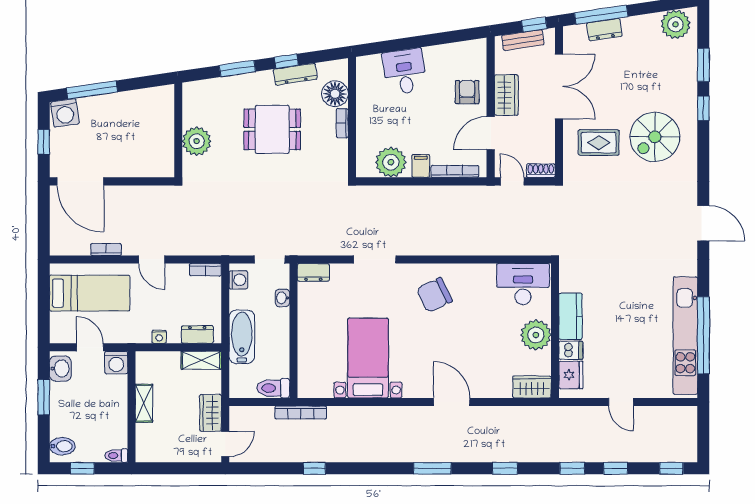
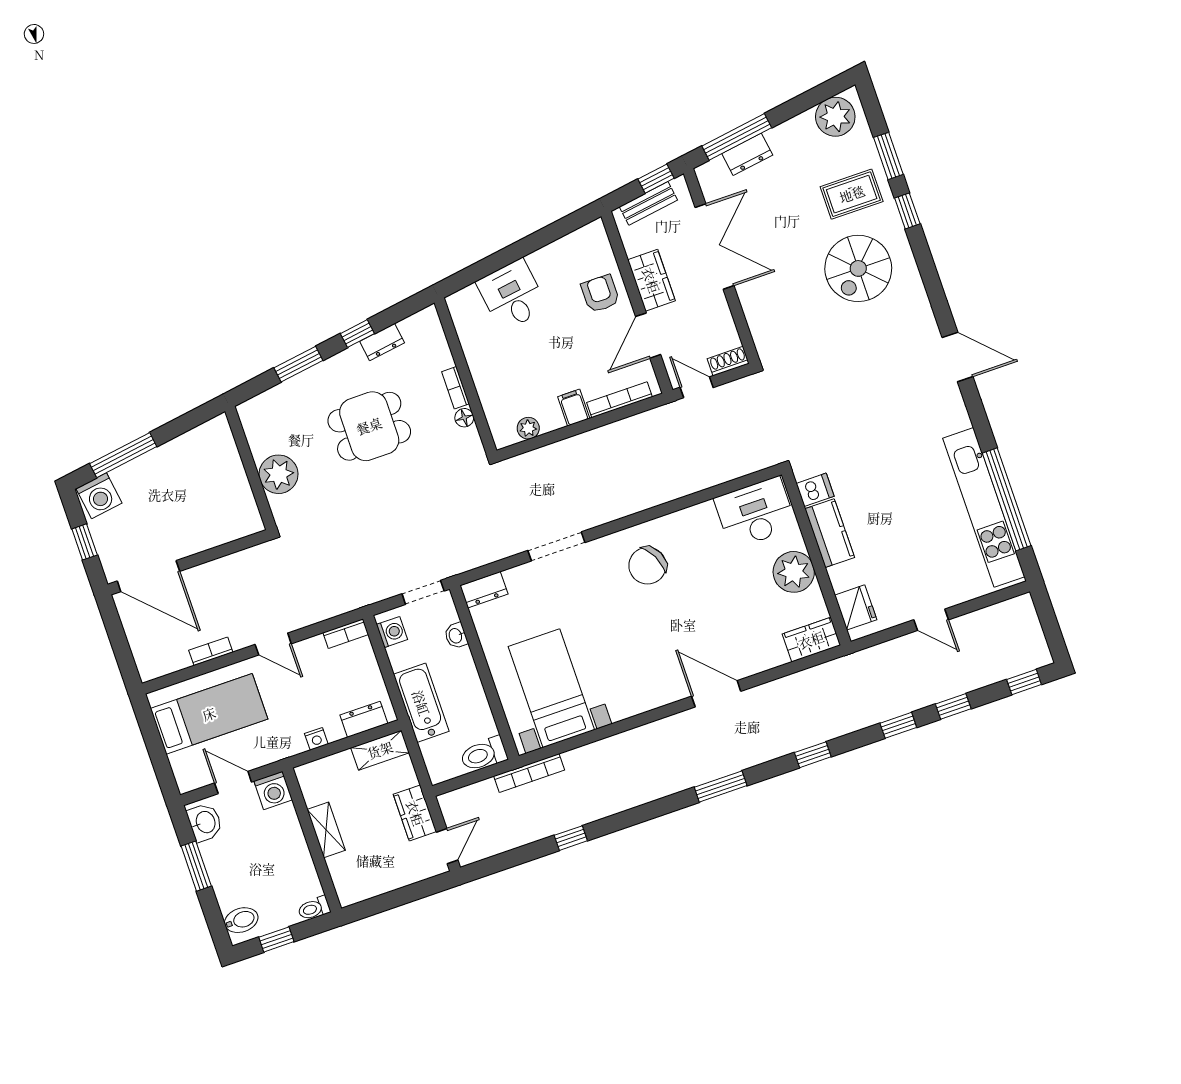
dresser: (295, 74) -> (382, 342), width x0.70
floor lamp: (335, 94) -> (464, 418), moved, width x0.53, depth x0.53
rug: (599, 143) -> (852, 194), moved
plant: (391, 162) -> (528, 428), width x0.53, depth x0.53
dishwasher: (571, 350) -> (815, 490), moved
bed with nightstands: (368, 358) -> (551, 688), moved

